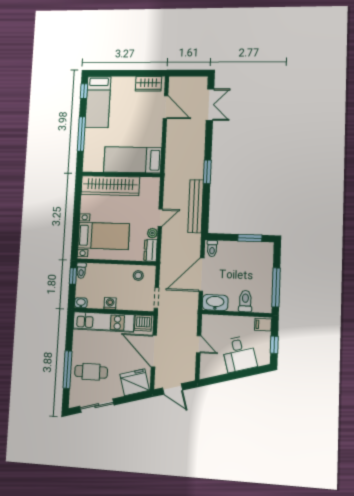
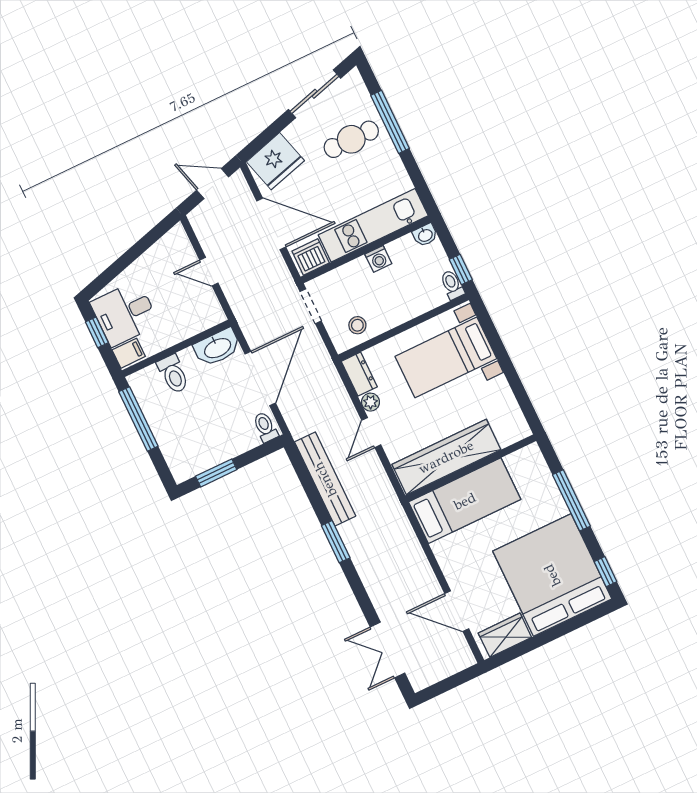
bed: (98, 102) -> (552, 575), width x2.04
wardrobe: (110, 186) -> (446, 457), moved
desk: (239, 354) -> (125, 313), moved, turned -74

